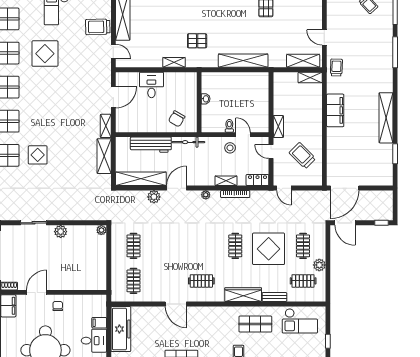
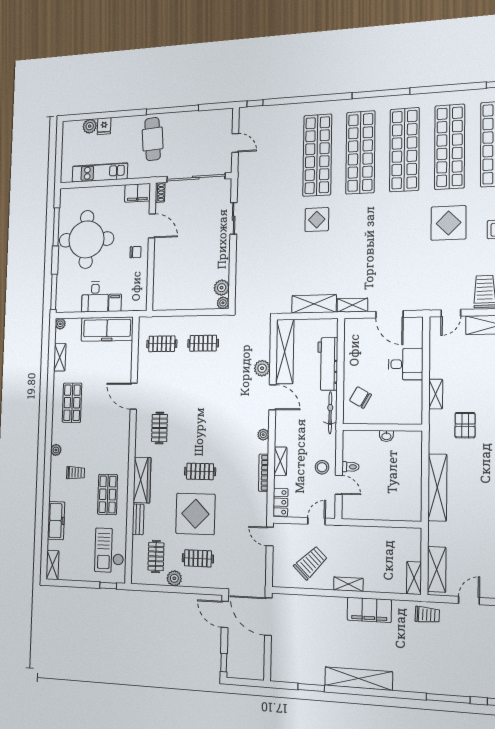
shelving: (278, 126) -> (348, 584), moved
door: (243, 135) -> (339, 485), hinge flipped
door: (284, 188) -> (270, 536), hinge flipped
door: (345, 223) -> (225, 614), hinge flipped
plant: (61, 232) -> (222, 288), moved
door: (176, 304) -> (134, 396), hinge flipped
window: (328, 341) -> (108, 586), moved

